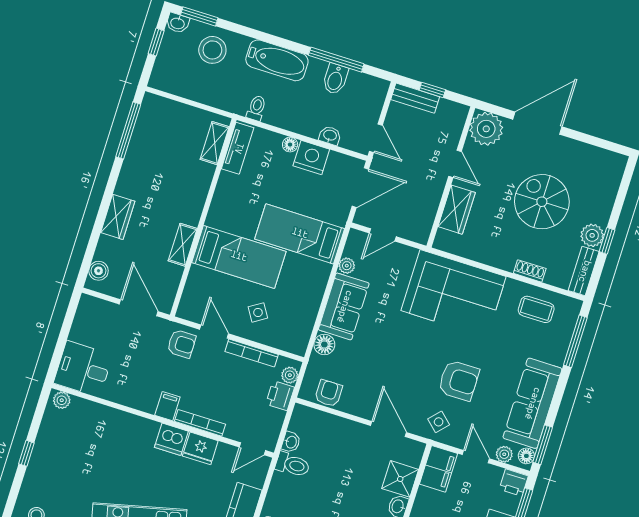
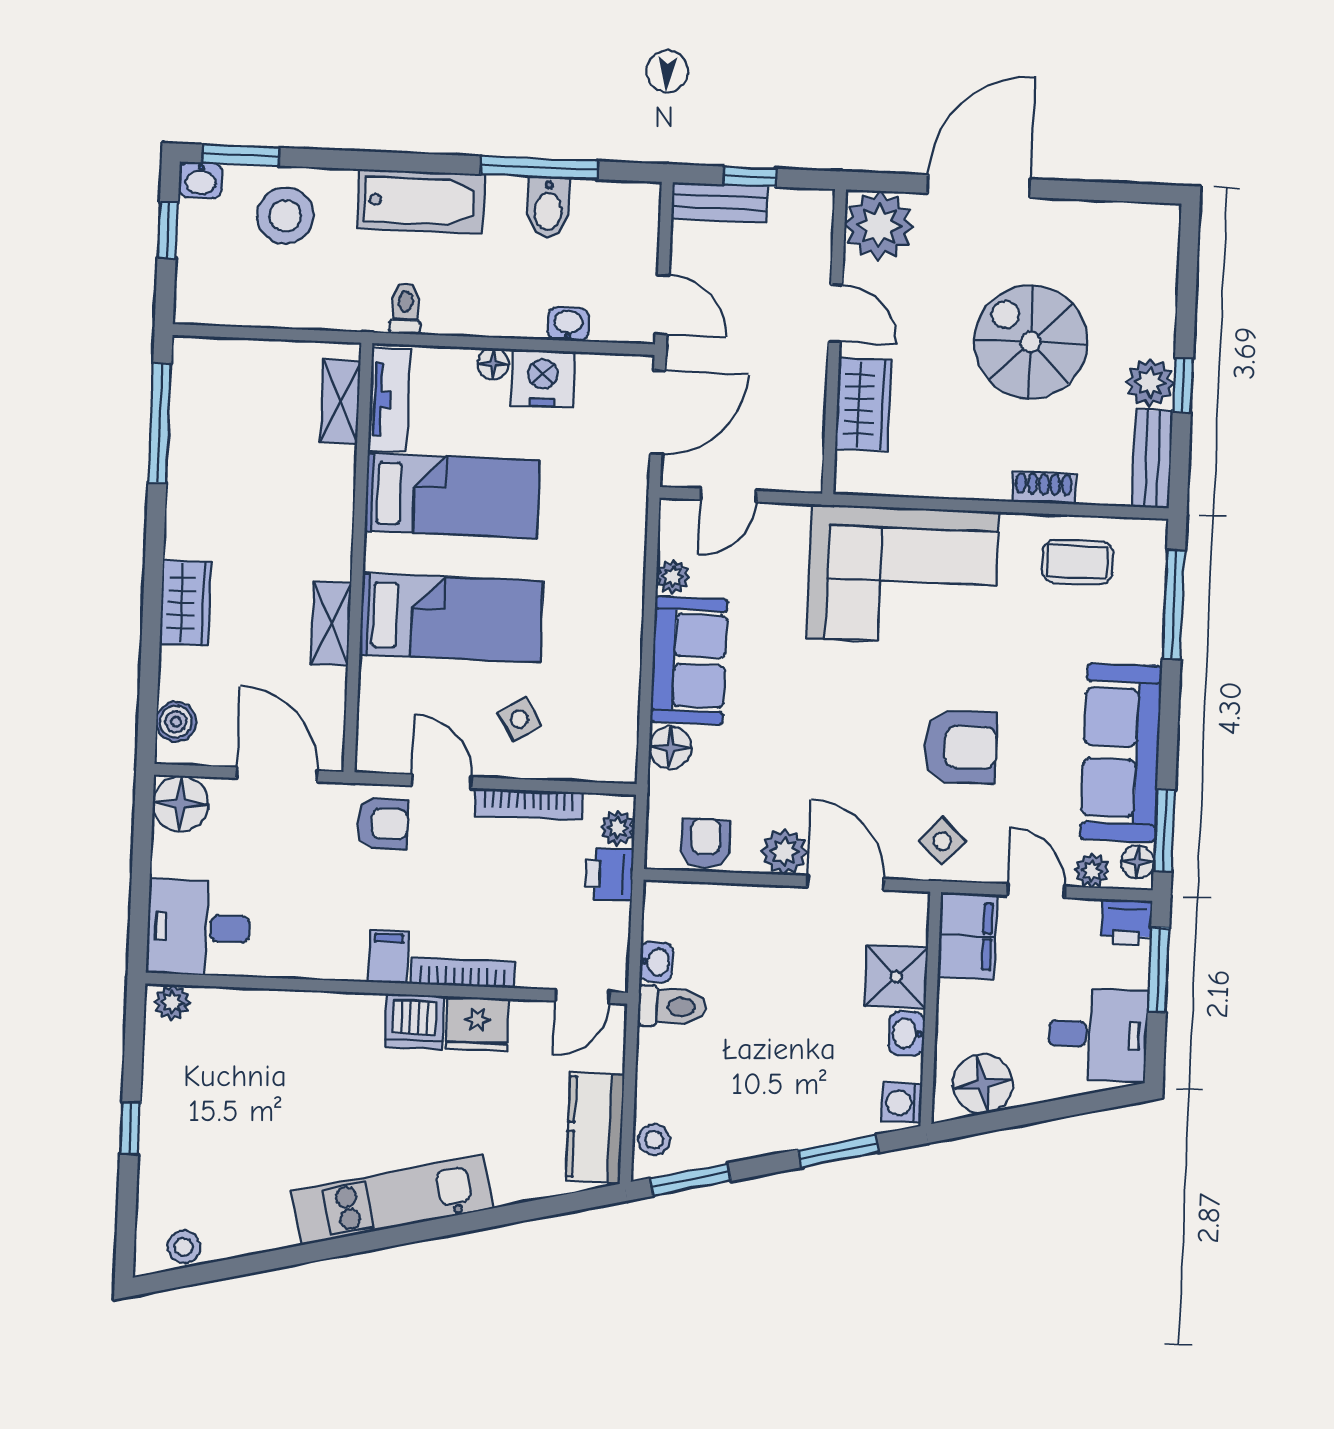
bed: (300, 234) -> (452, 496), moved, turned 180
floor lamp: (90, 309) -> (181, 804), added
plant: (364, 407) -> (784, 852), added

